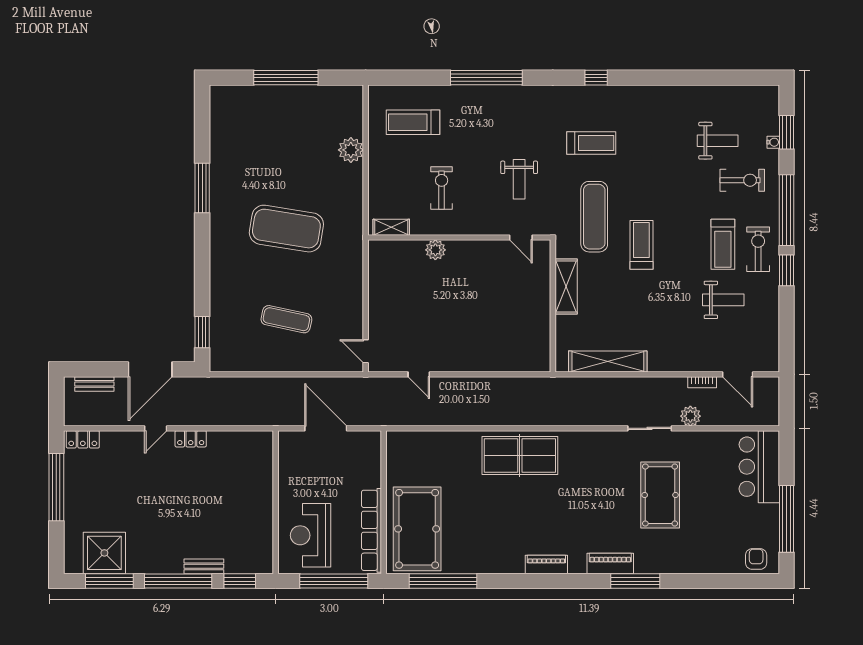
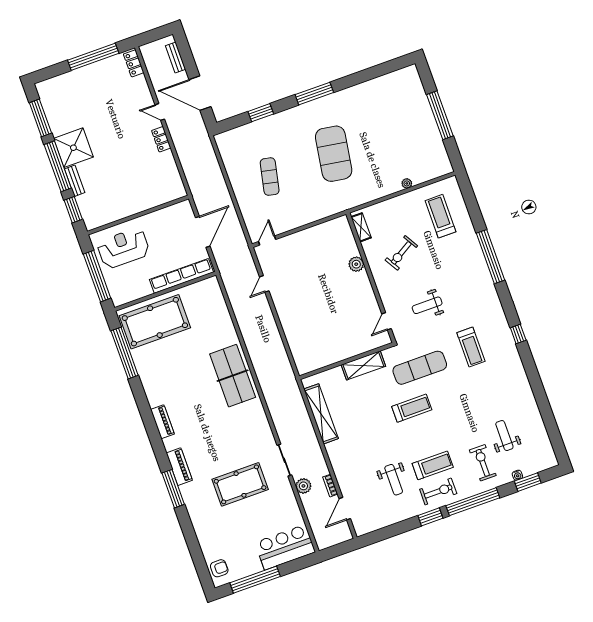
weight bench: (718, 141) -> (504, 436), turned 180
plant: (351, 150) -> (407, 183), width x0.53, depth x0.53
exercise bike: (742, 180) -> (483, 463), turned 180
window: (202, 188) -> (314, 94), moved
exercise bike: (442, 188) -> (401, 253), turned 149
treadmill: (723, 244) -> (433, 465), turned 180
window: (202, 332) -> (261, 113), moved
row of seats: (372, 530) -> (181, 276), moved
shower: (104, 553) -> (73, 148), moved

